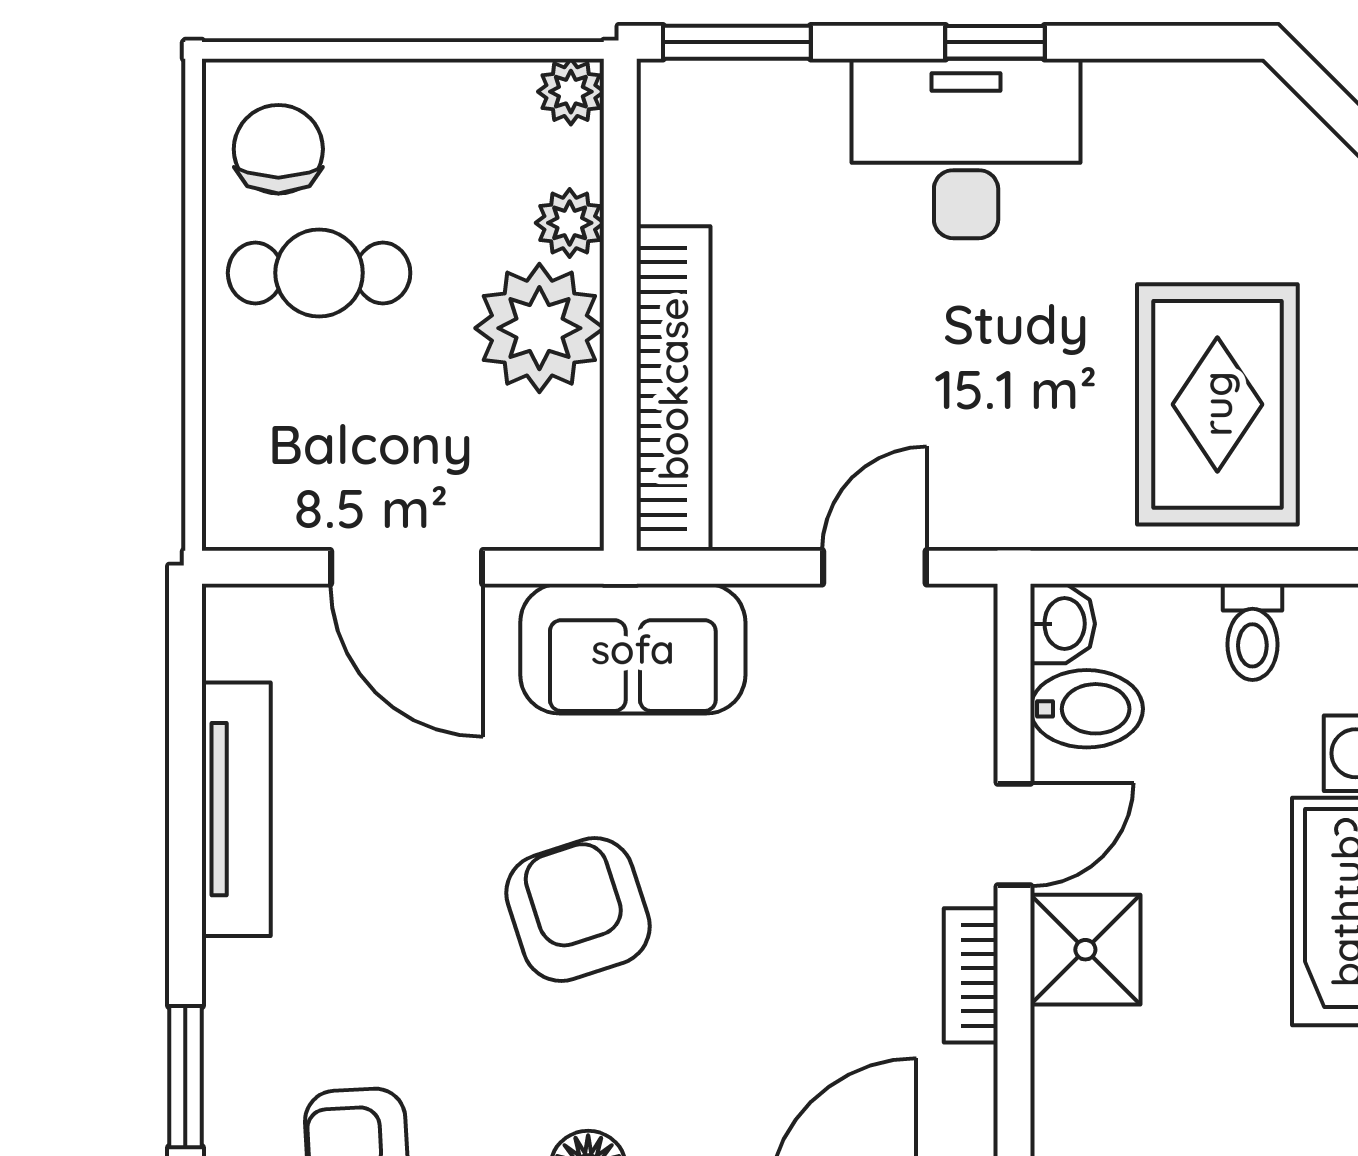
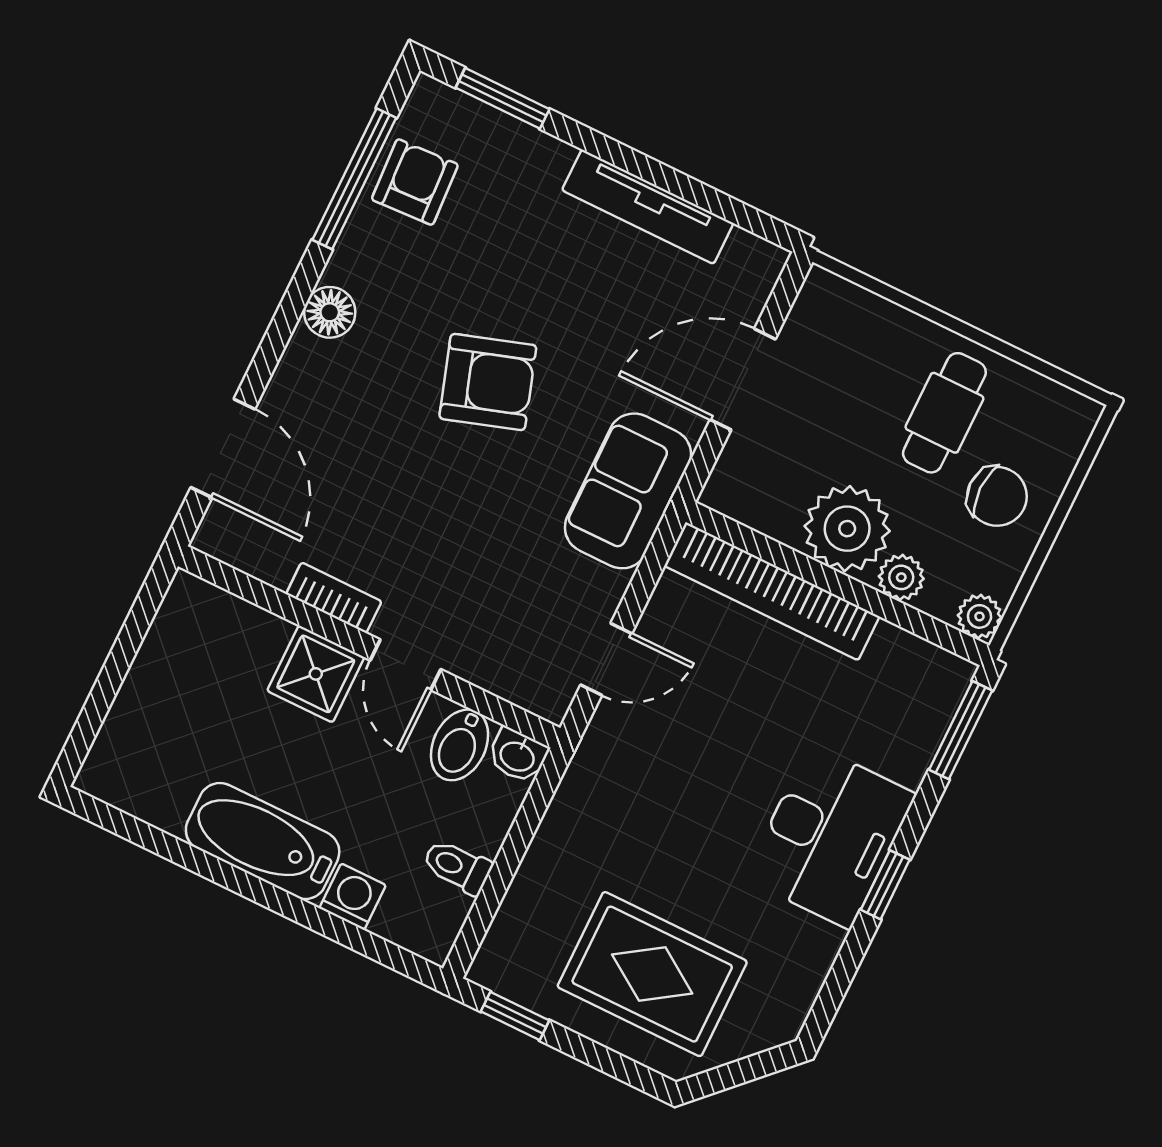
chair: (278, 149) -> (997, 496), moved
rug: (1217, 404) -> (652, 974), moved
door: (874, 567) -> (606, 659), hinge flipped

